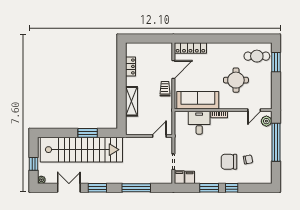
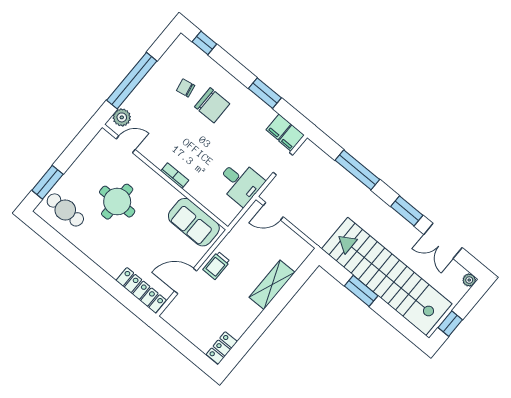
locker: (131, 66) -> (222, 348), moved
sofa: (198, 100) -> (194, 222), width x0.73
desk: (199, 123) -> (240, 182), moved, turned -90
window: (33, 164) -> (450, 324), moved
window: (232, 188) -> (204, 43), moved

